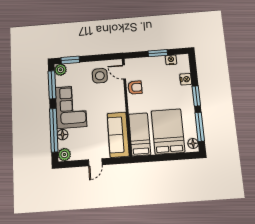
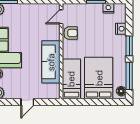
door: (124, 72) -> (61, 17), hinge flipped
side table: (100, 76) -> (37, 19), removed
sofa: (118, 135) -> (51, 62), moved

